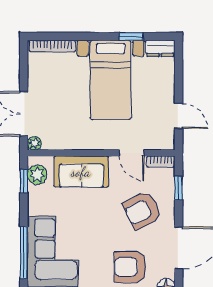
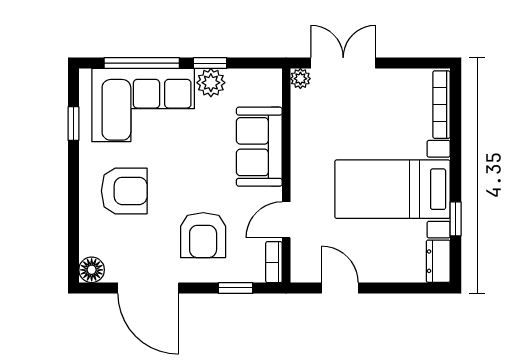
door: (179, 116) -> (340, 288), swing flipped
plant: (37, 175) -> (211, 83), moved
window: (24, 181) -> (210, 63), moved
armchair: (142, 210) -> (203, 235), turned -153
armchair: (130, 267) -> (124, 191), moved, turned 90

